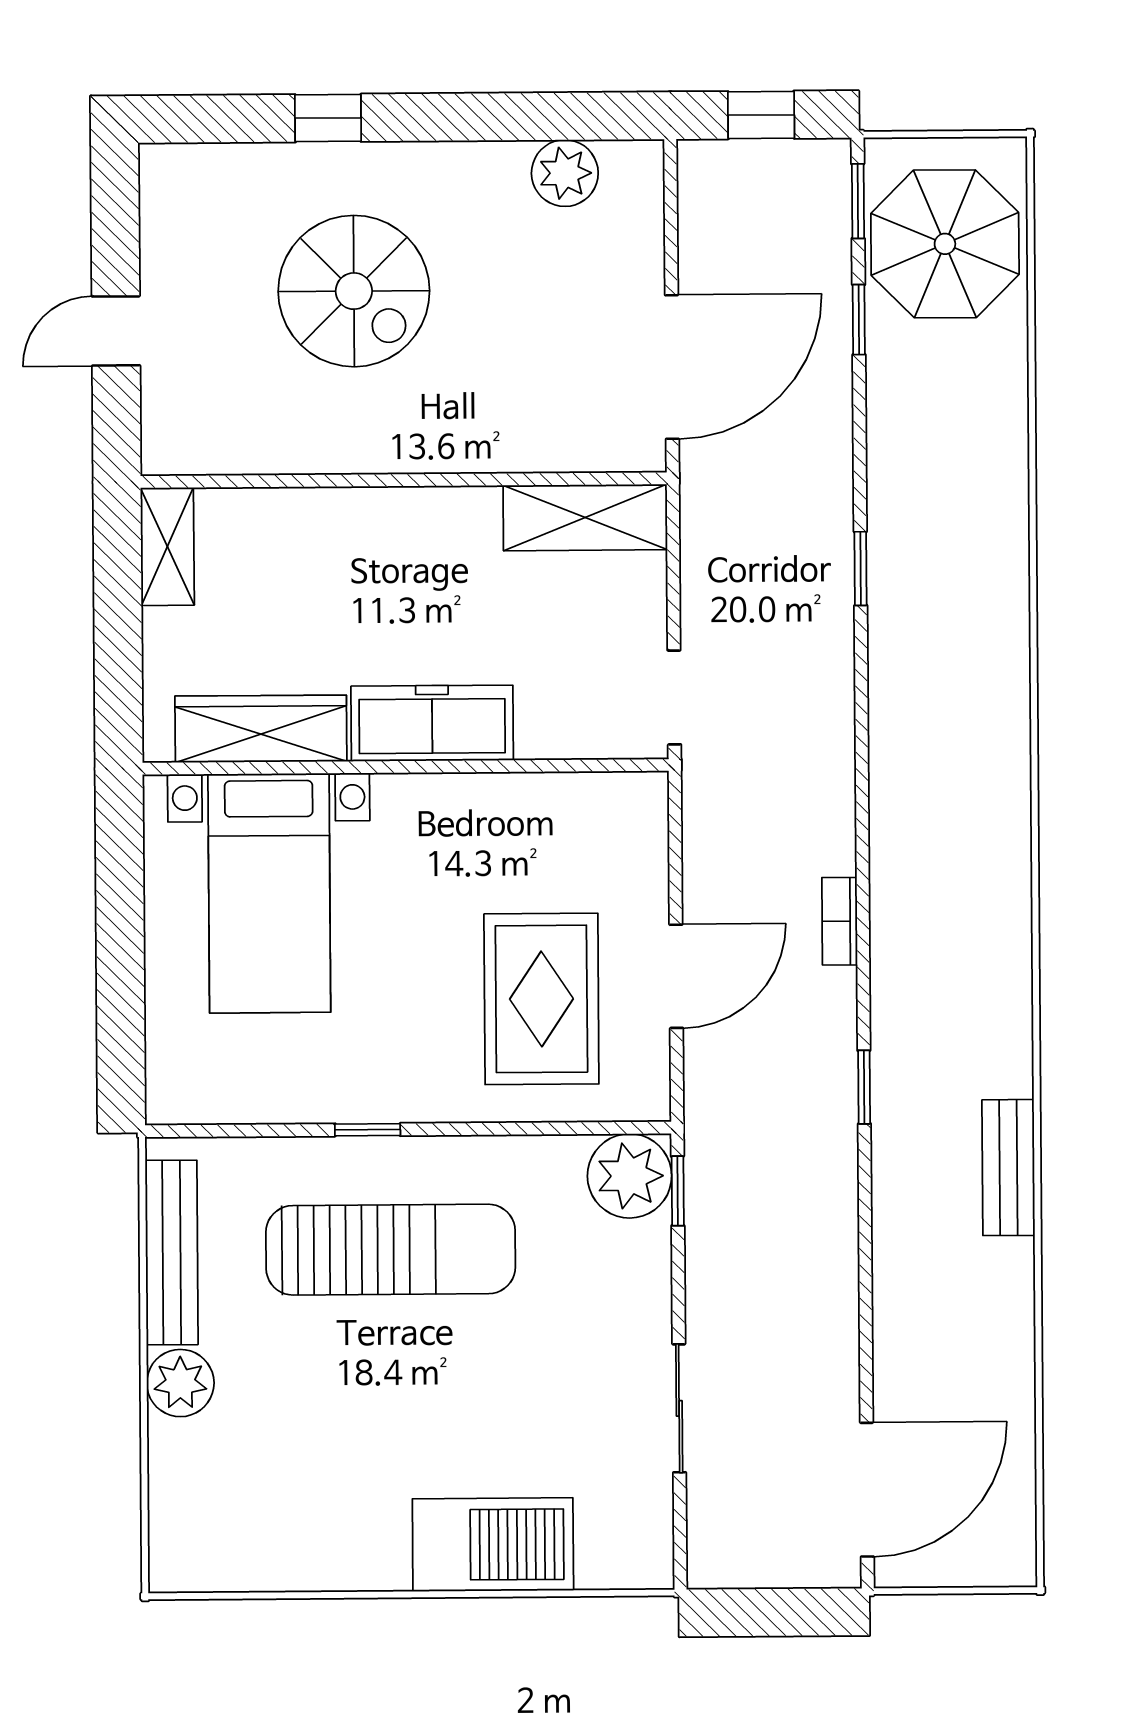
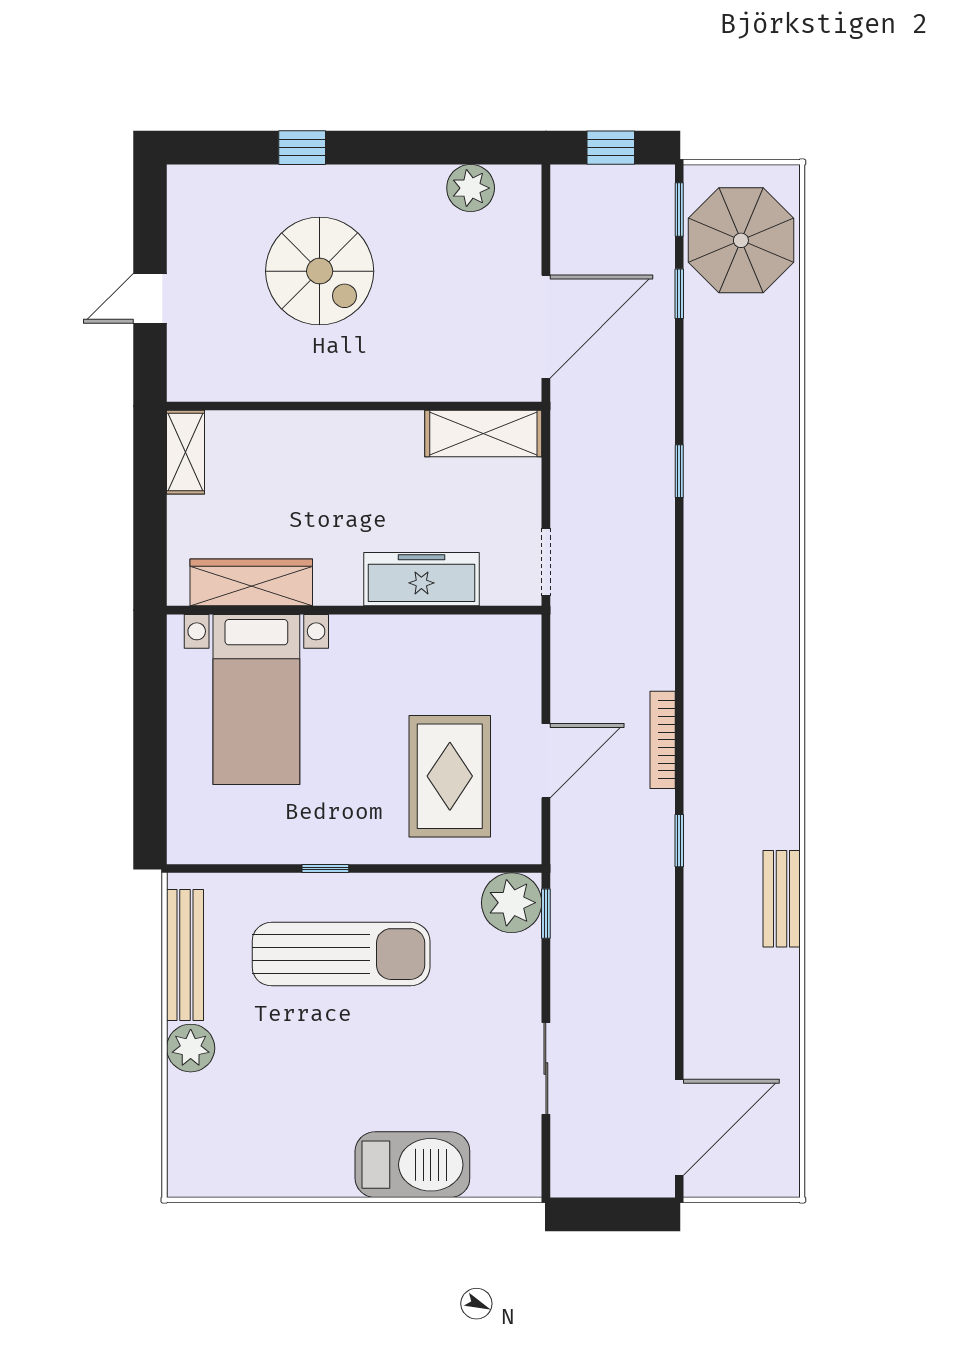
freezer: (432, 723) -> (421, 579), moved
bookcase: (840, 921) -> (663, 740), width x1.56

